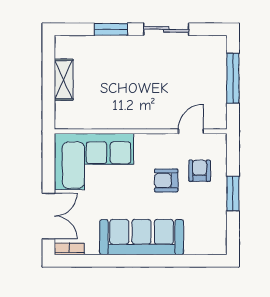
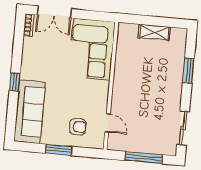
sliding door: (166, 29) -> (183, 128), moved
armchair: (166, 180) -> (73, 101), removed
sofa: (142, 237) -> (30, 112), moved
window: (147, 261) -> (15, 82), added

